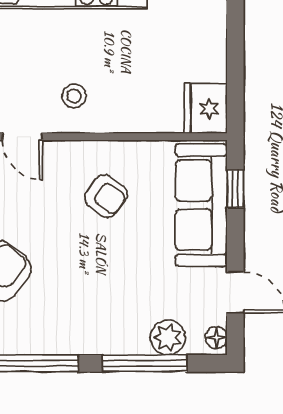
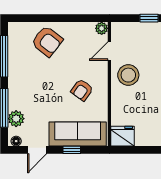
stool: (74, 96) -> (128, 75), width x1.89, depth x1.89
window: (235, 189) -> (72, 150), moved

